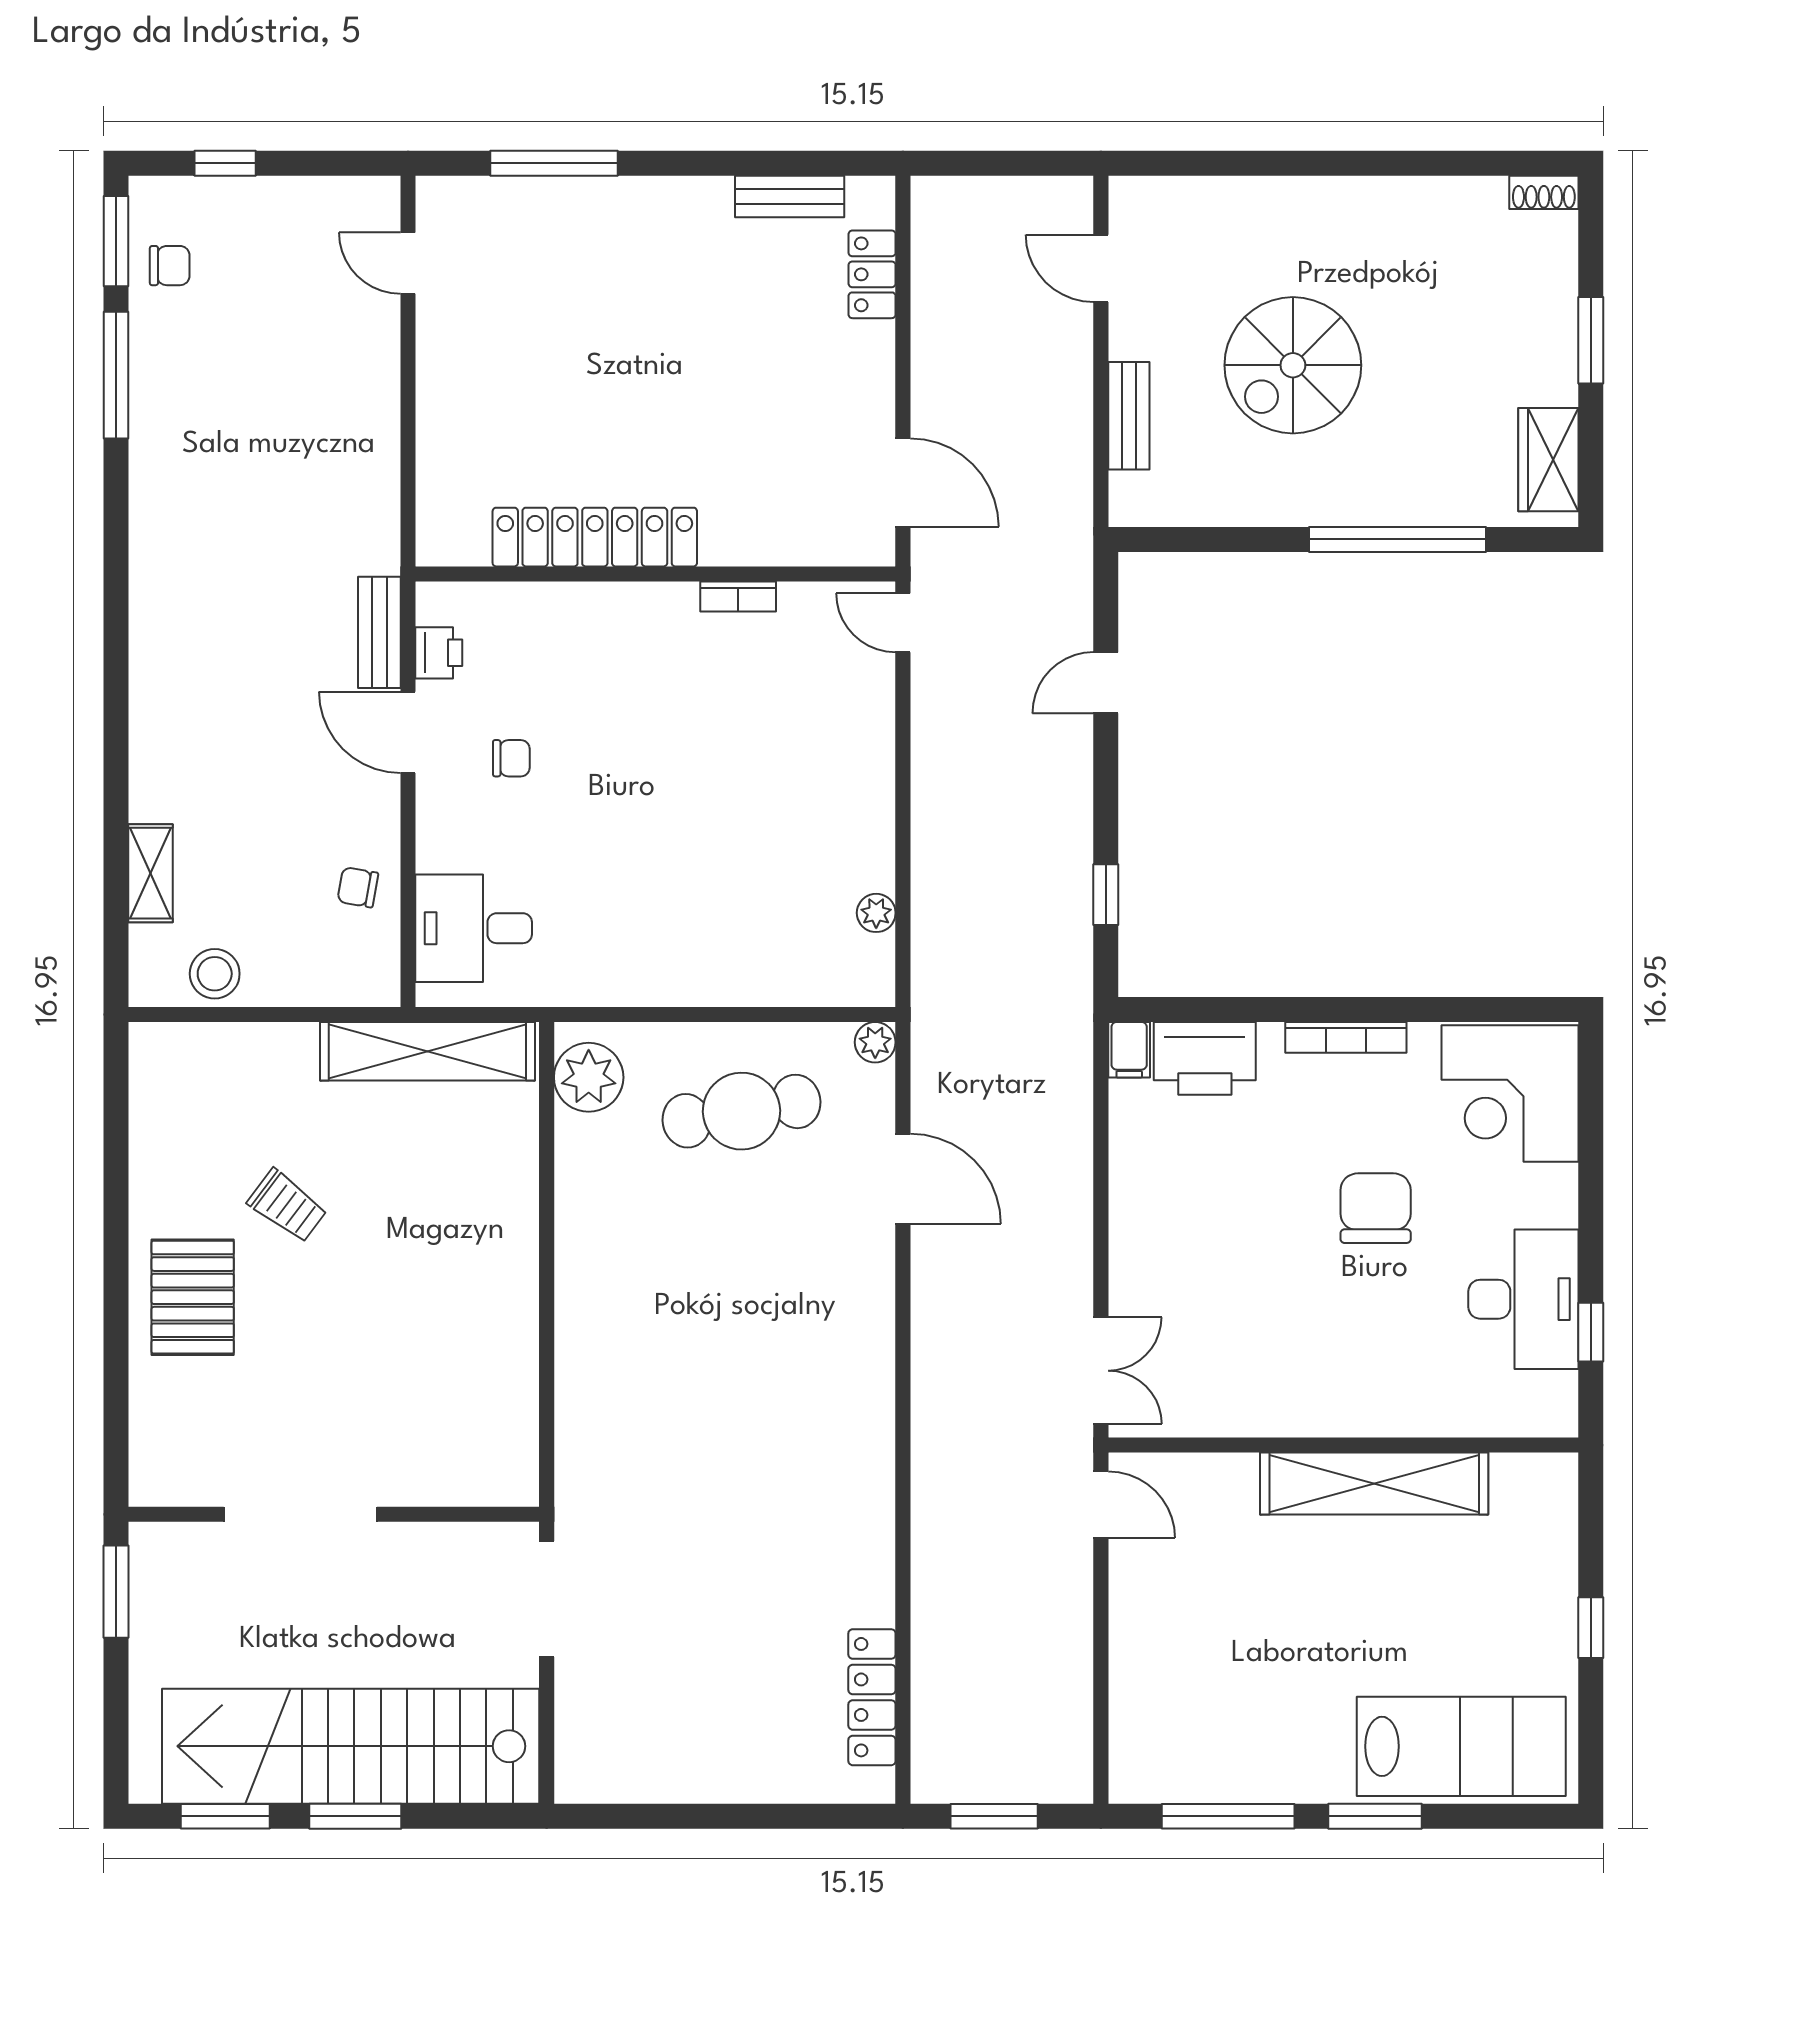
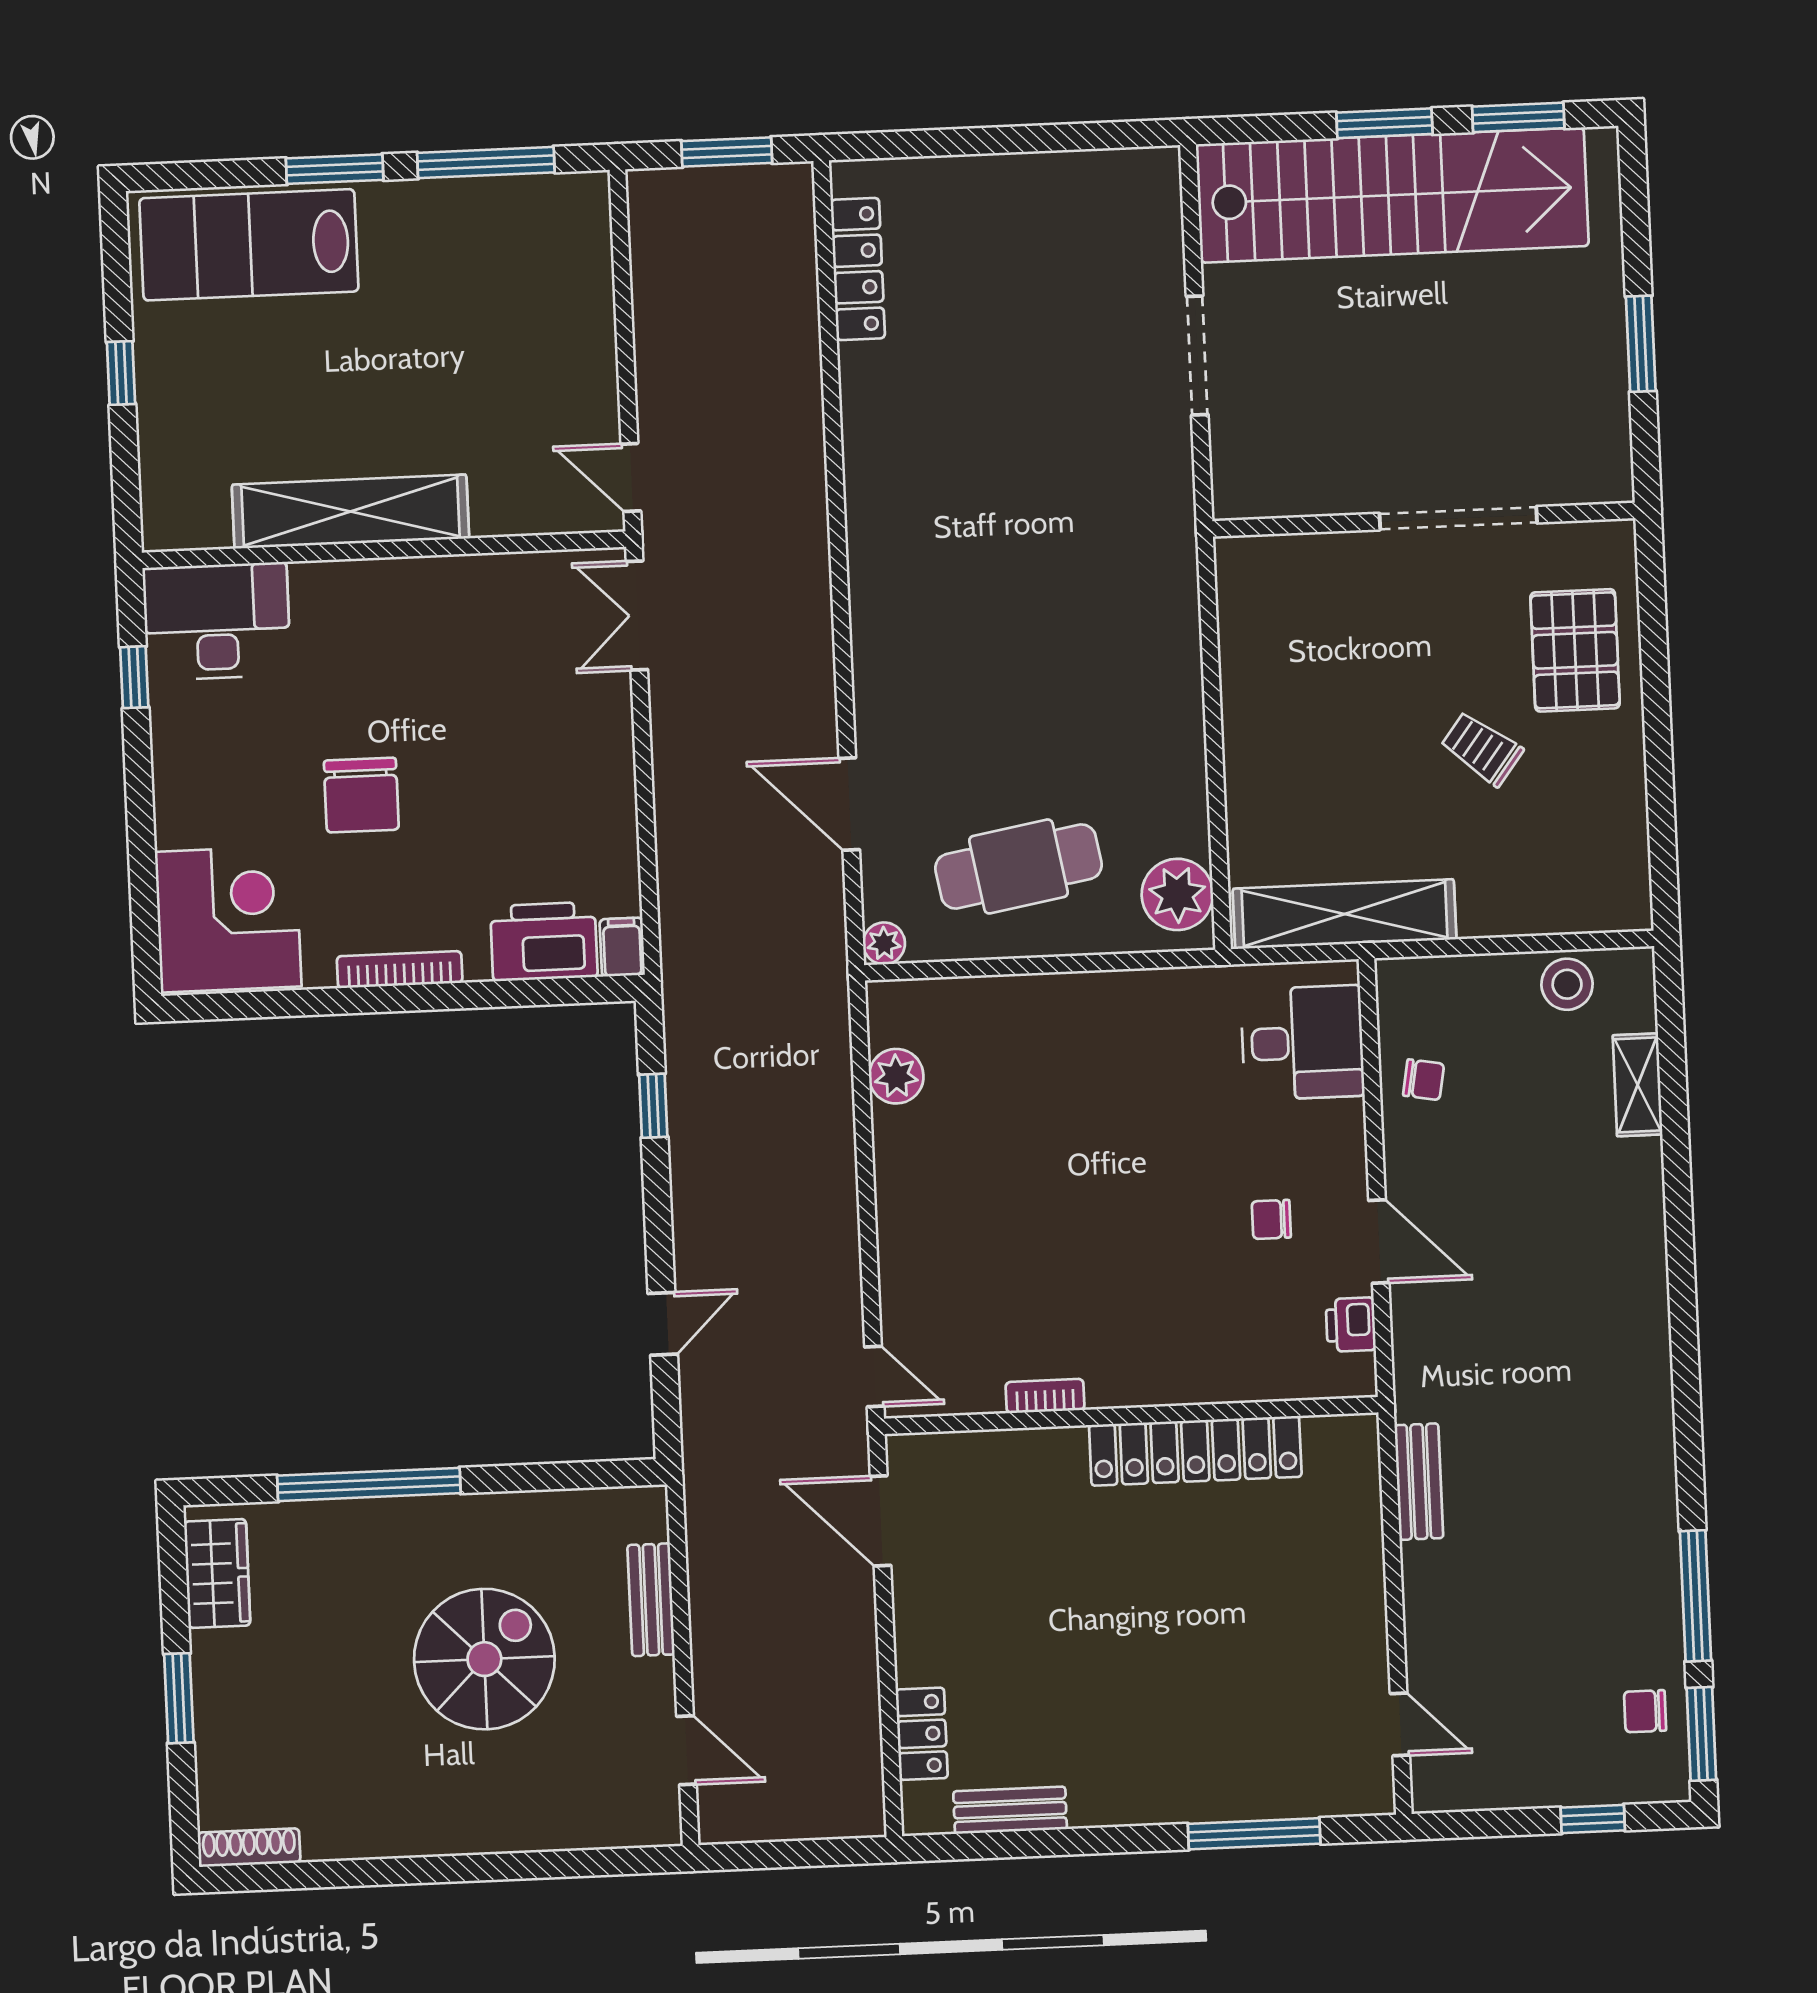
shoe rack: (1544, 192) -> (249, 1848), width x1.43
bench: (379, 632) -> (1419, 1482), moved
plant: (876, 913) -> (896, 1076), width x1.38, depth x1.38
desk: (1523, 1299) -> (217, 621), moved, turned 90
doorway: (300, 1514) -> (1458, 518), moved
wall: (334, 1514) -> (1424, 520), moved

